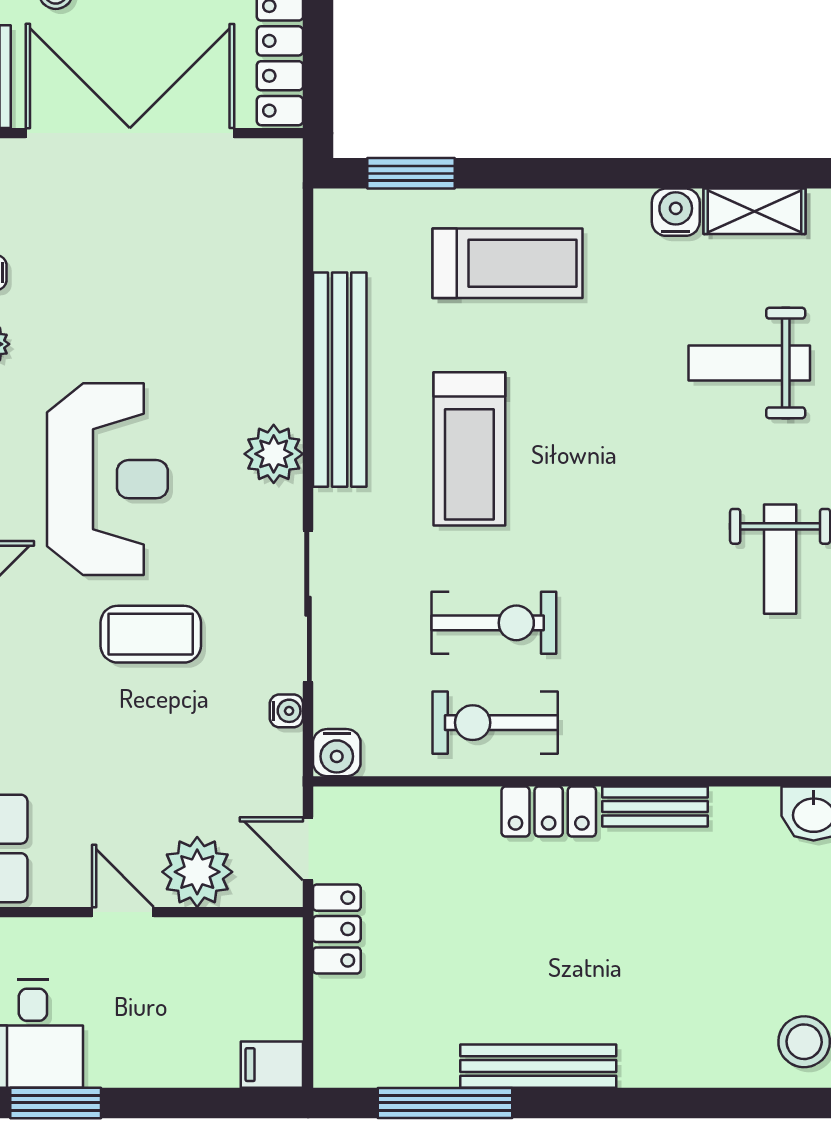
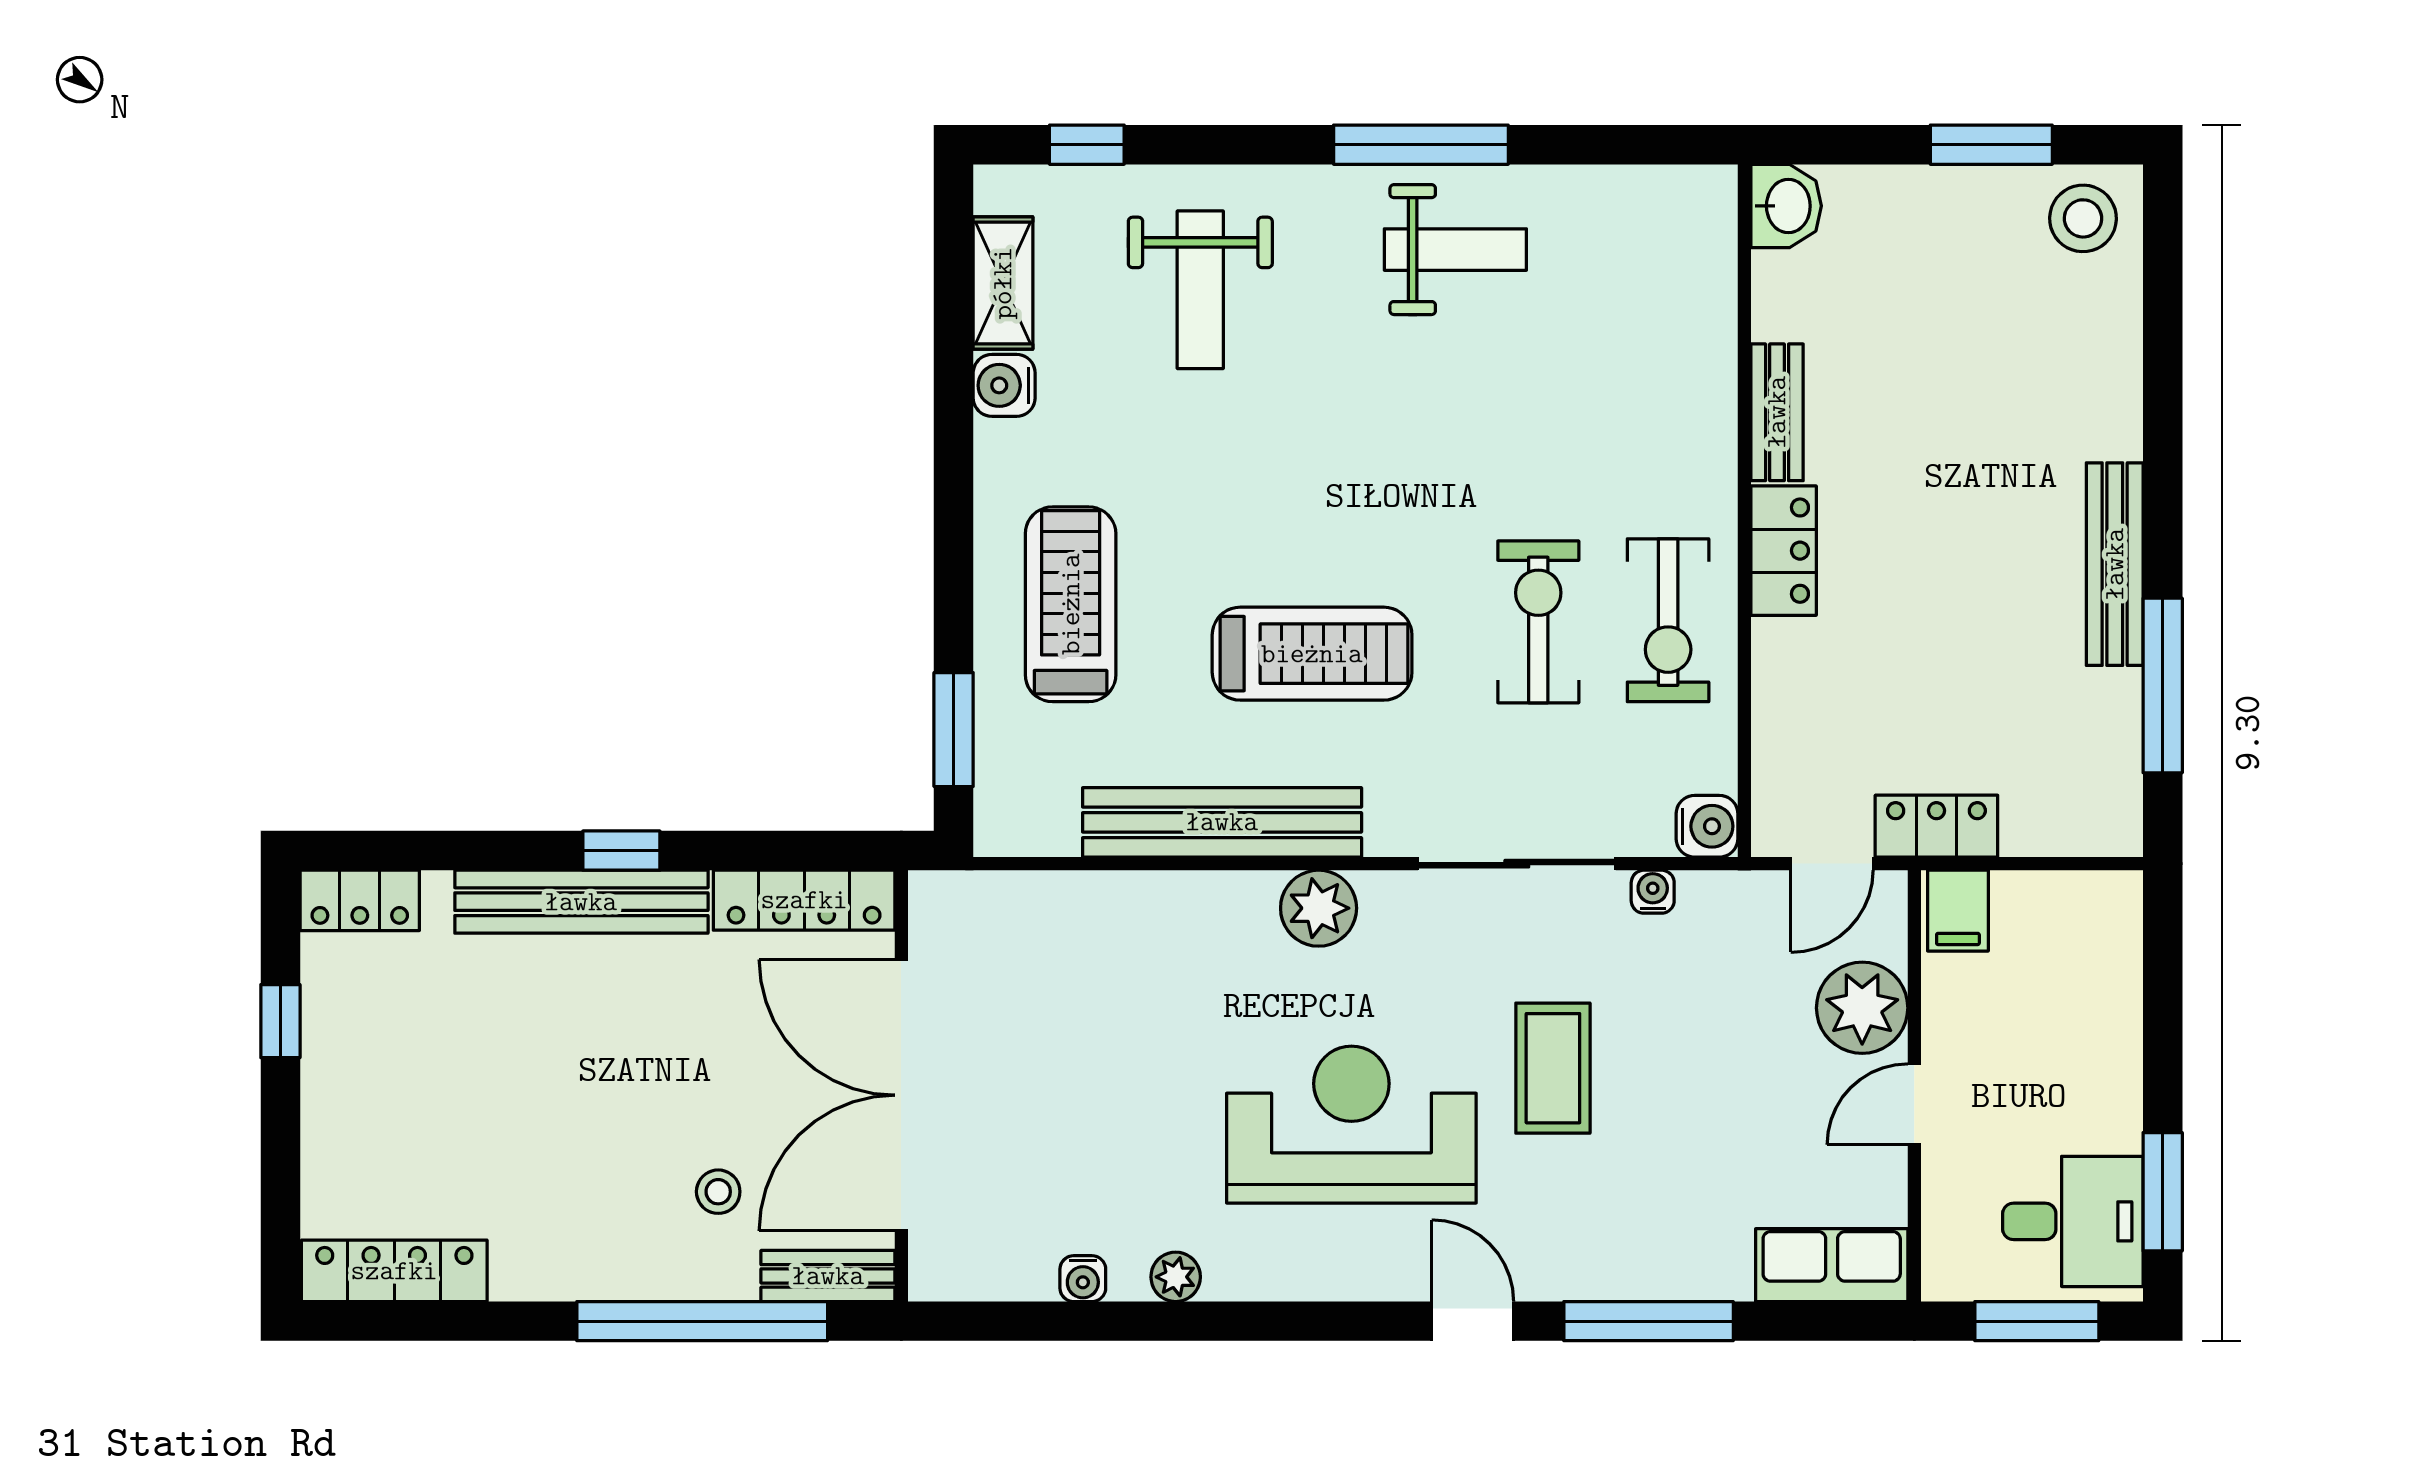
filing cabinet: (272, 1065) -> (1958, 911), moved

